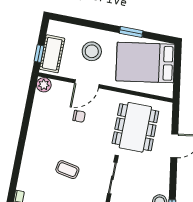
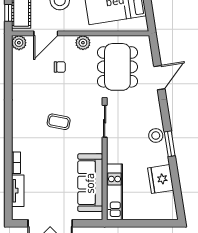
door: (87, 84) -> (46, 33), moved
plant: (106, 97) -> (83, 43), added

